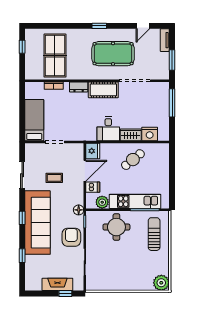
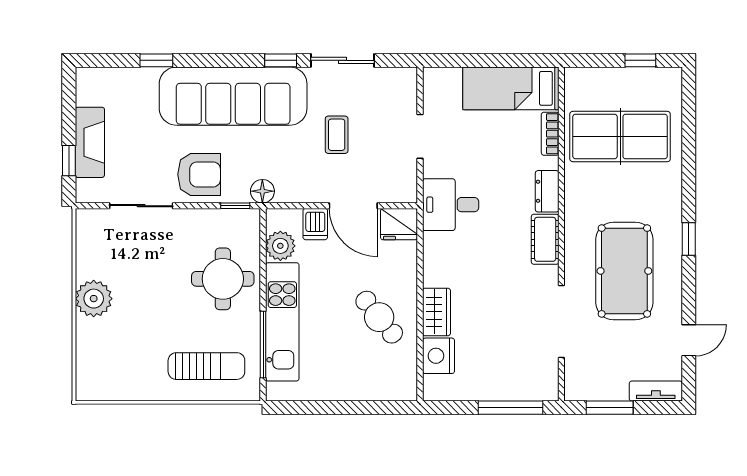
door: (143, 26) -> (689, 340), swing flipped
cot: (103, 90) -> (545, 239), width x0.73, depth x0.75
bed: (34, 120) -> (511, 88), moved, turned 180
desk: (108, 129) -> (451, 205), moved
window: (22, 218) -> (281, 60), moved
plant: (161, 283) -> (94, 299), moved

